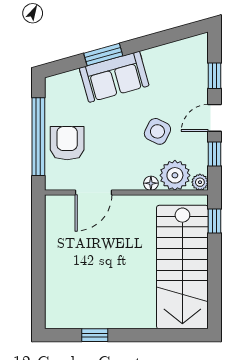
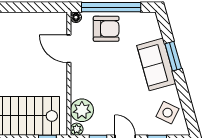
side table: (157, 131) -> (168, 113), moved
floor lamp: (151, 183) -> (76, 17), moved

